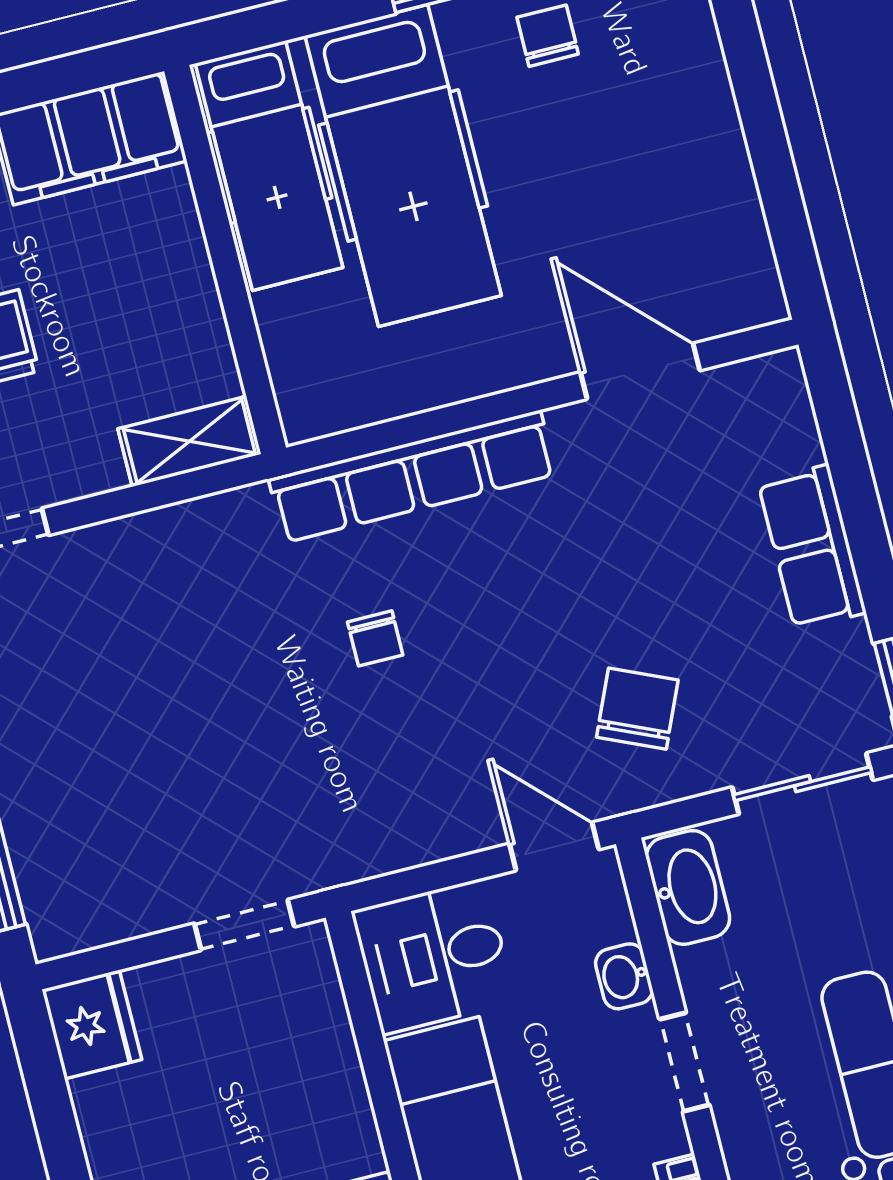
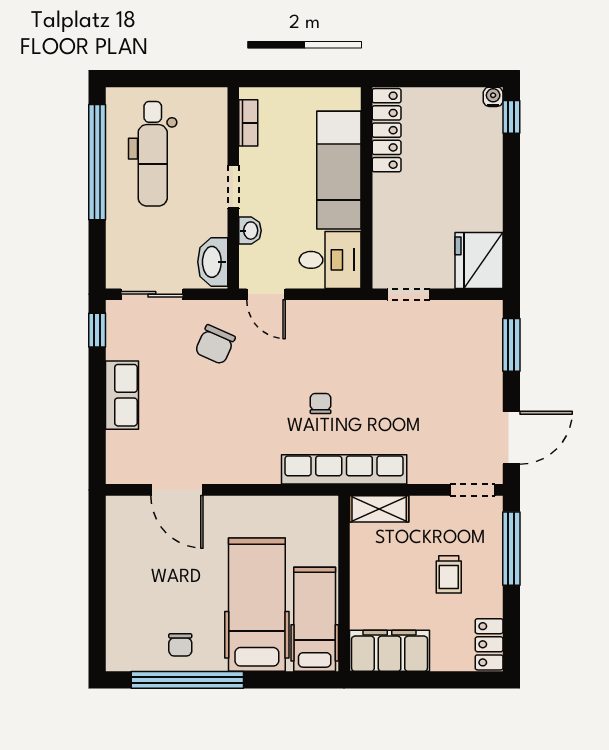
row of seats: (412, 476) -> (344, 469), moved
fridge: (92, 1024) -> (479, 260), width x1.36, depth x1.34

